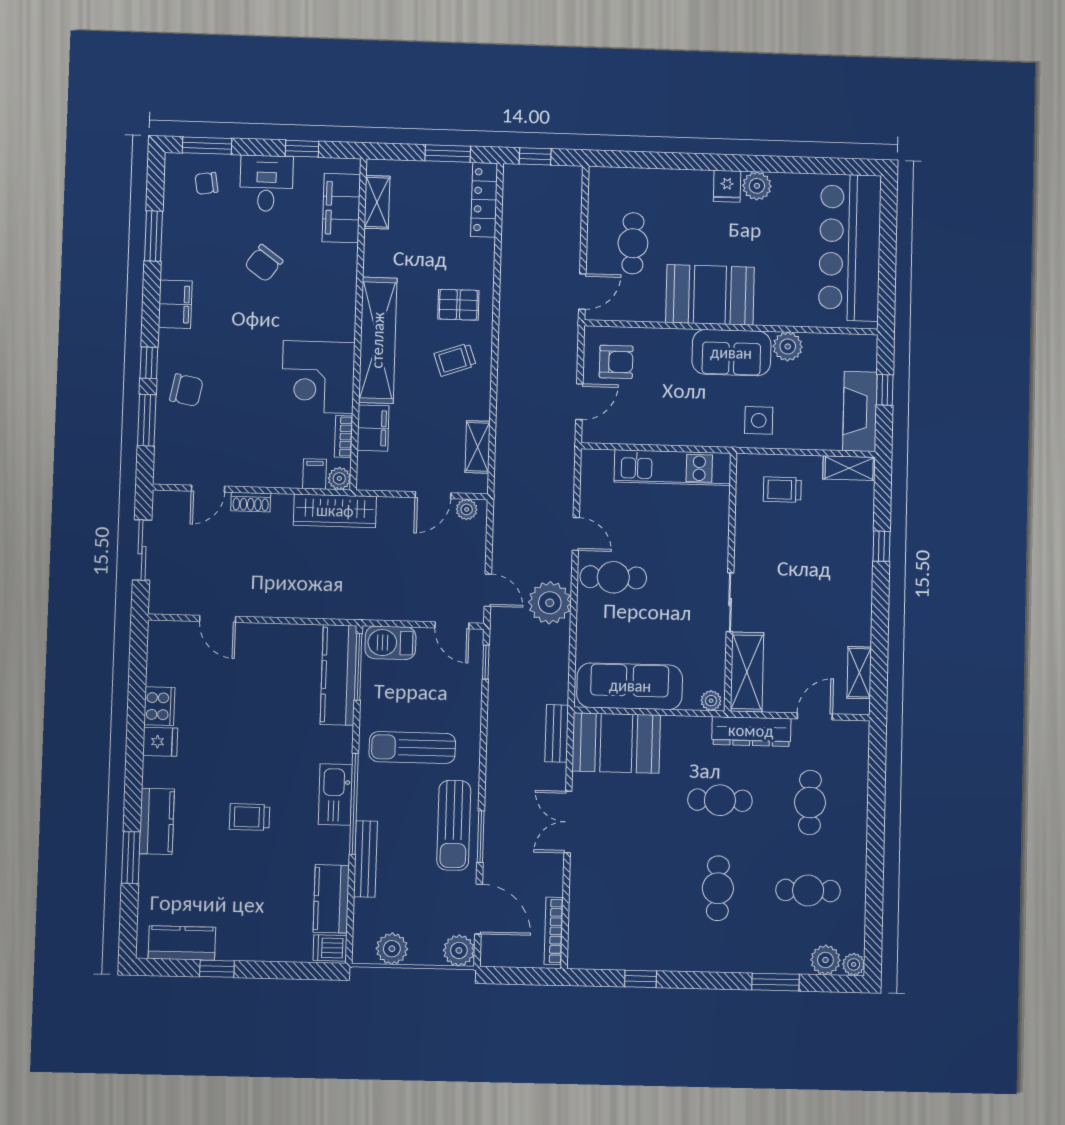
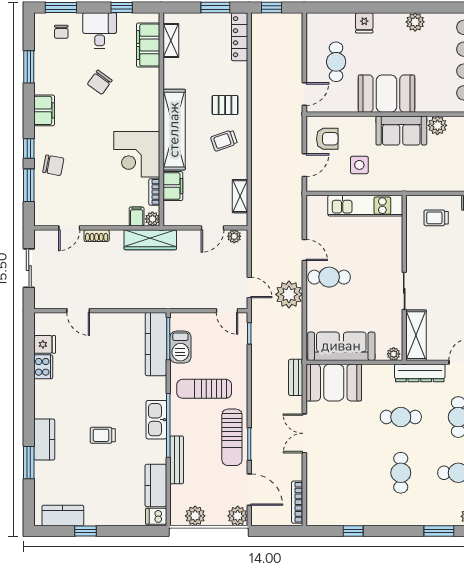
chair: (206, 183) -> (61, 32), turned -81
fridge: (727, 186) -> (364, 23), moved
side table: (759, 420) -> (359, 165), moved
barbecue: (390, 643) -> (180, 347), moved, turned -90
fridge: (160, 742) -> (45, 344), moved

